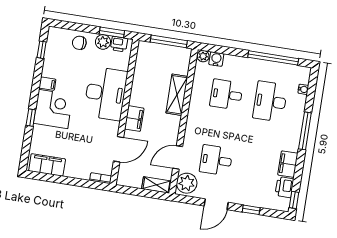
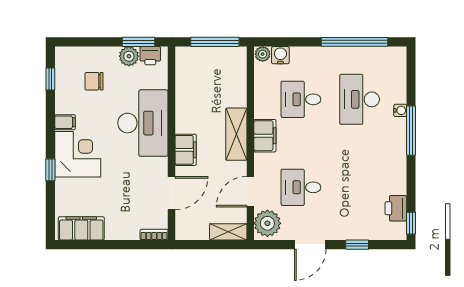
chair: (79, 43) -> (94, 81), moved
water cooler: (303, 89) -> (400, 110), moved
shelving: (177, 95) -> (236, 134), moved
filing cabinet: (288, 164) -> (265, 136), moved, turned 180

